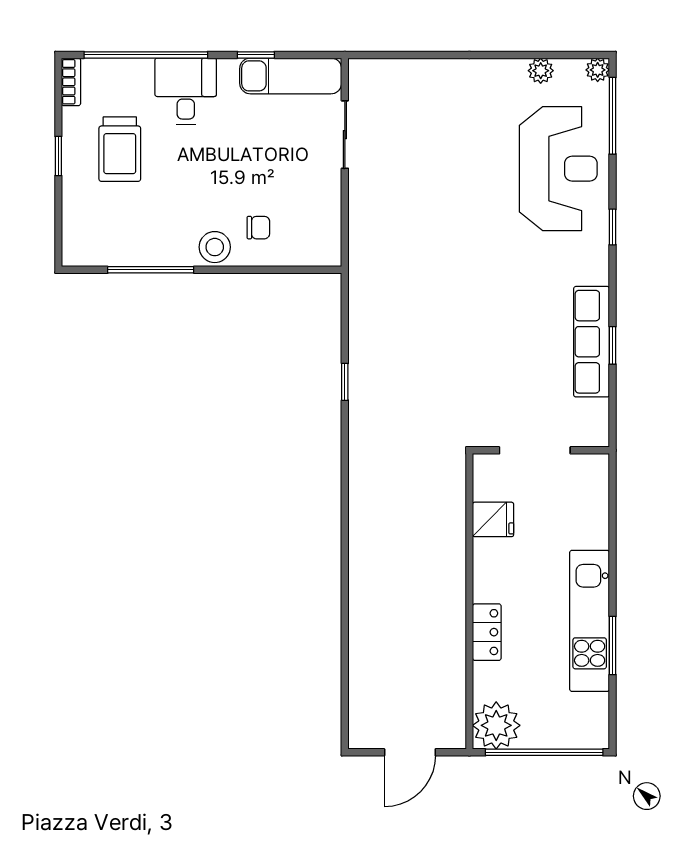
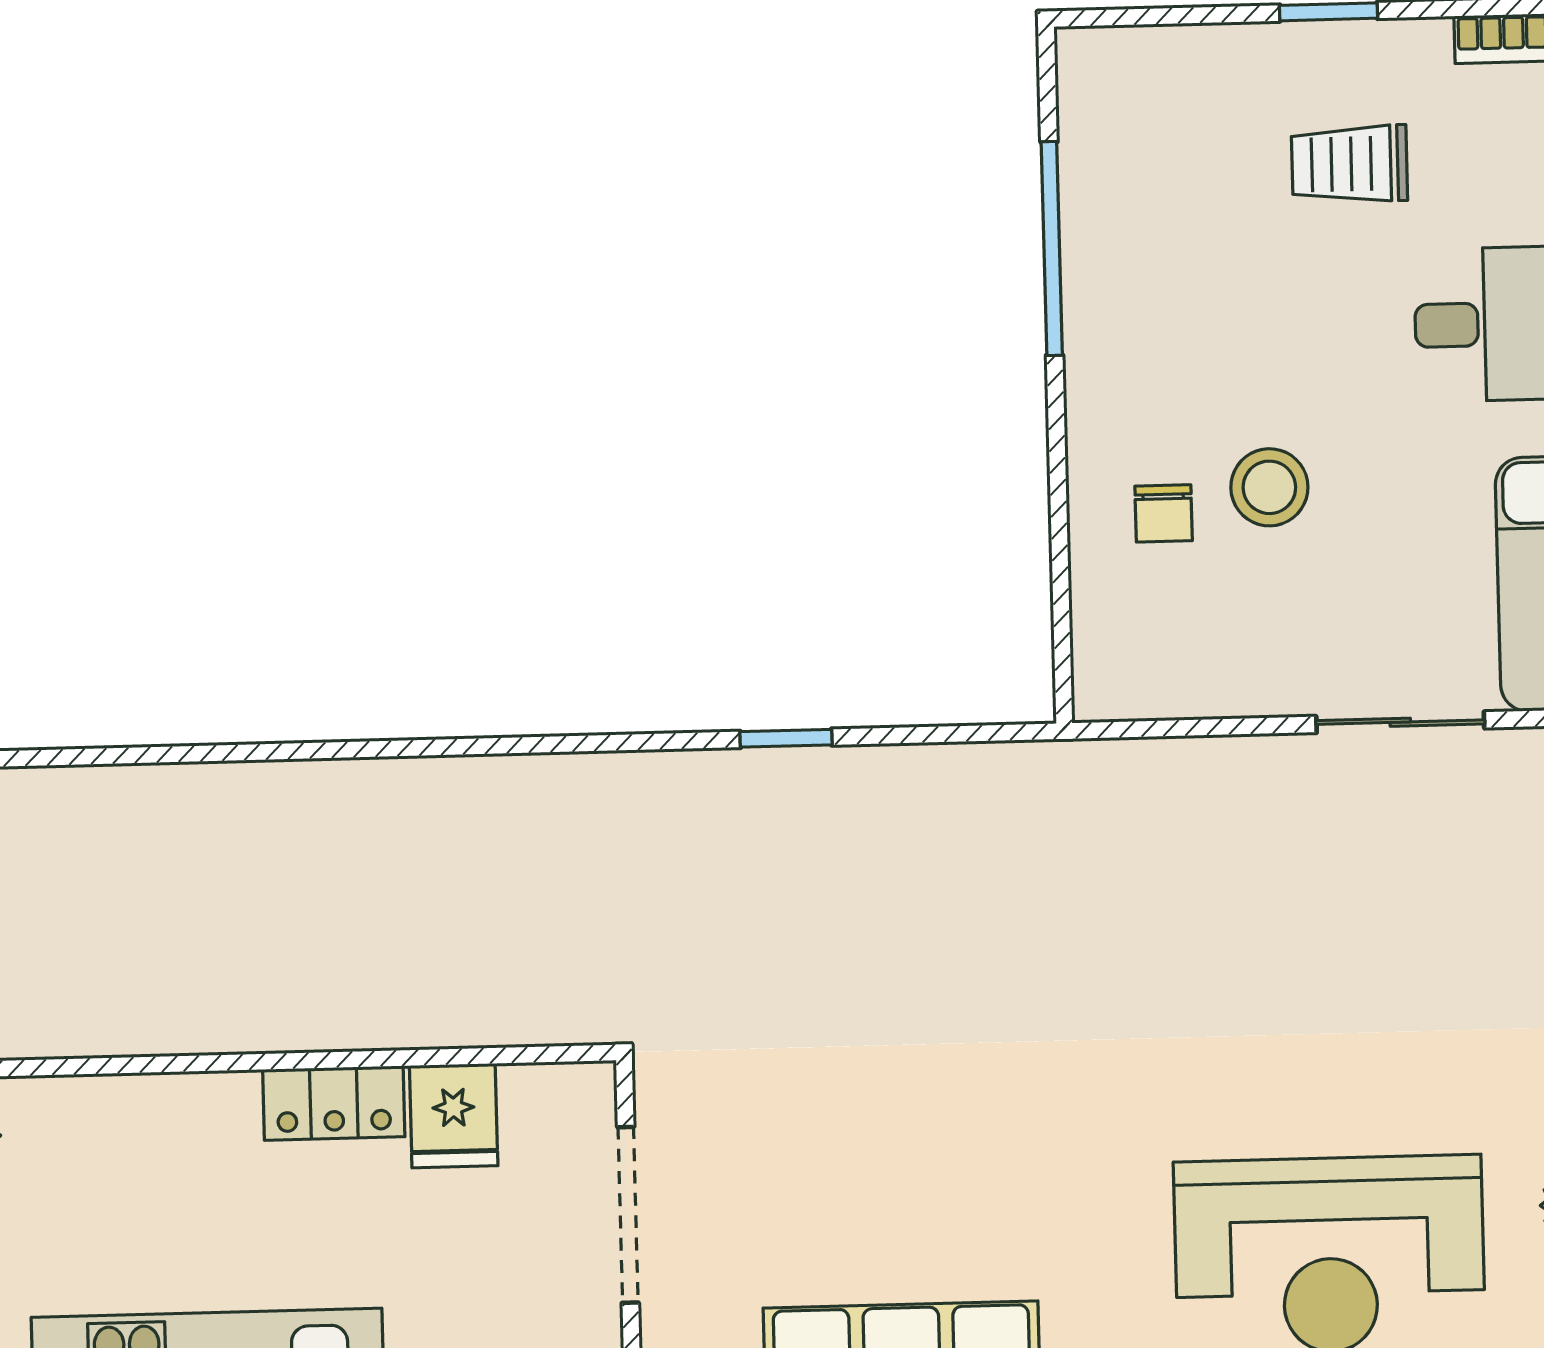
trolley: (120, 149) -> (1349, 164), width x0.73, depth x0.72
stool: (215, 247) -> (1269, 487), moved
locker: (487, 632) -> (334, 1103), moved

